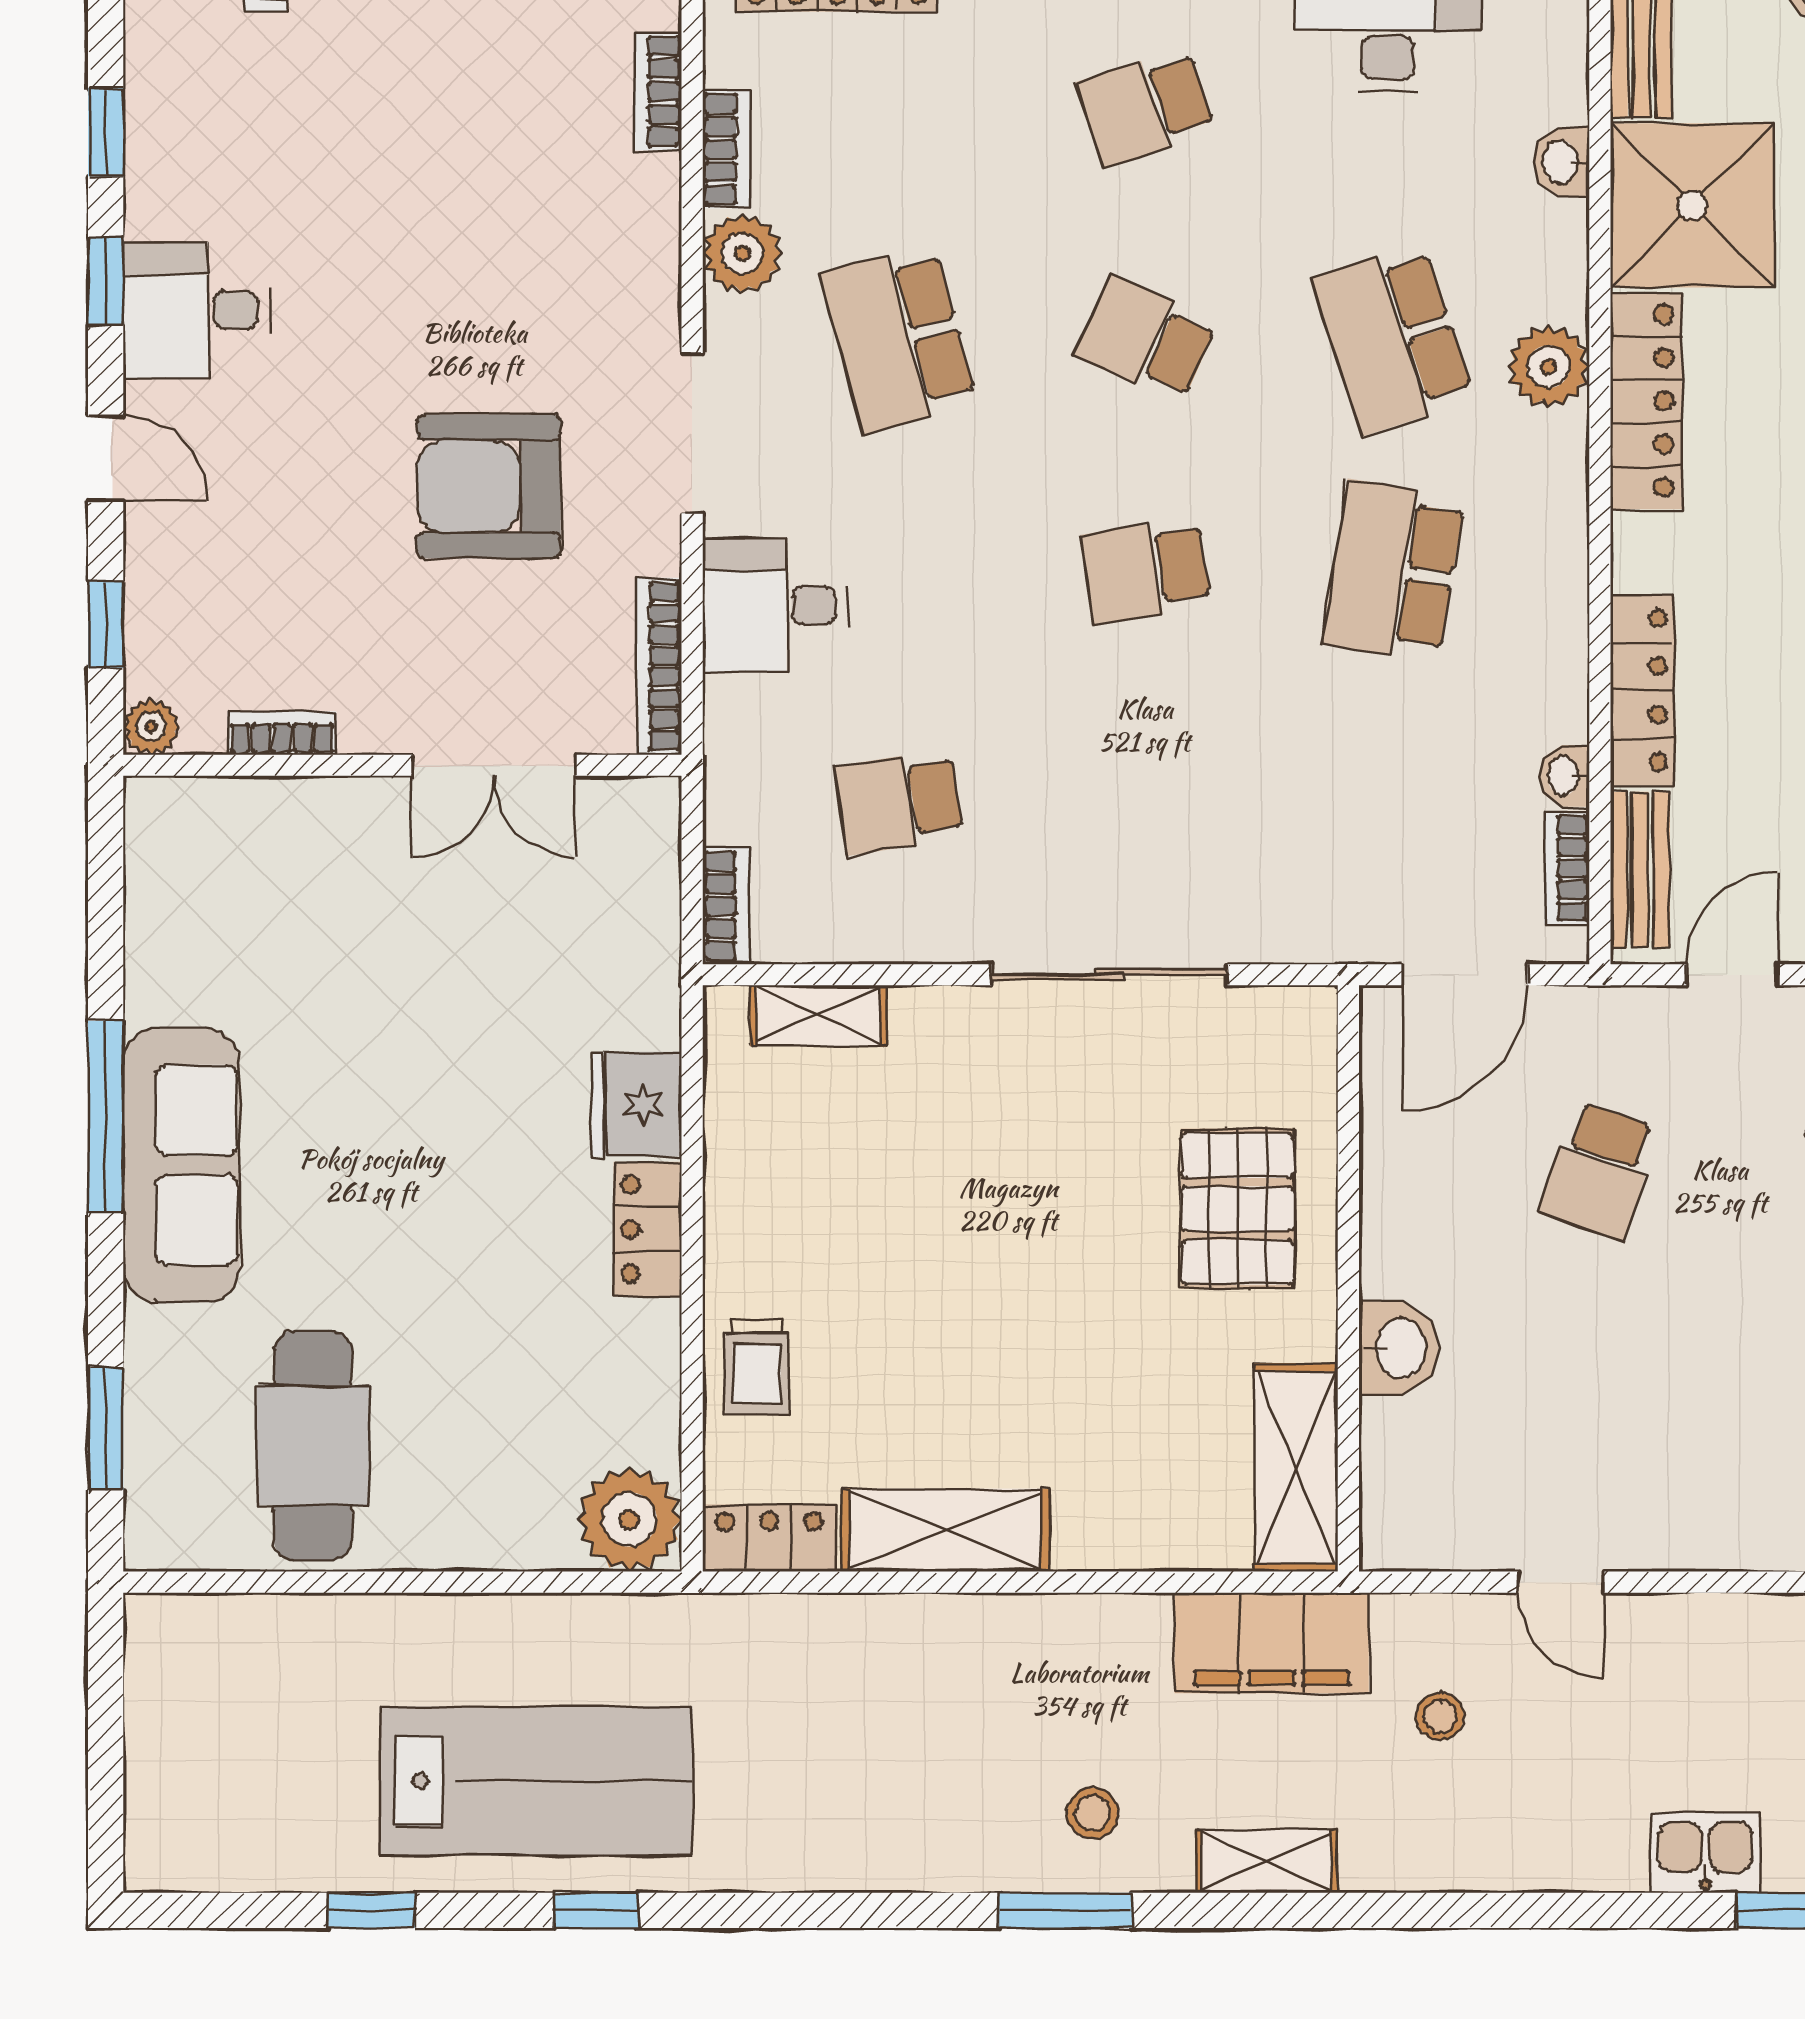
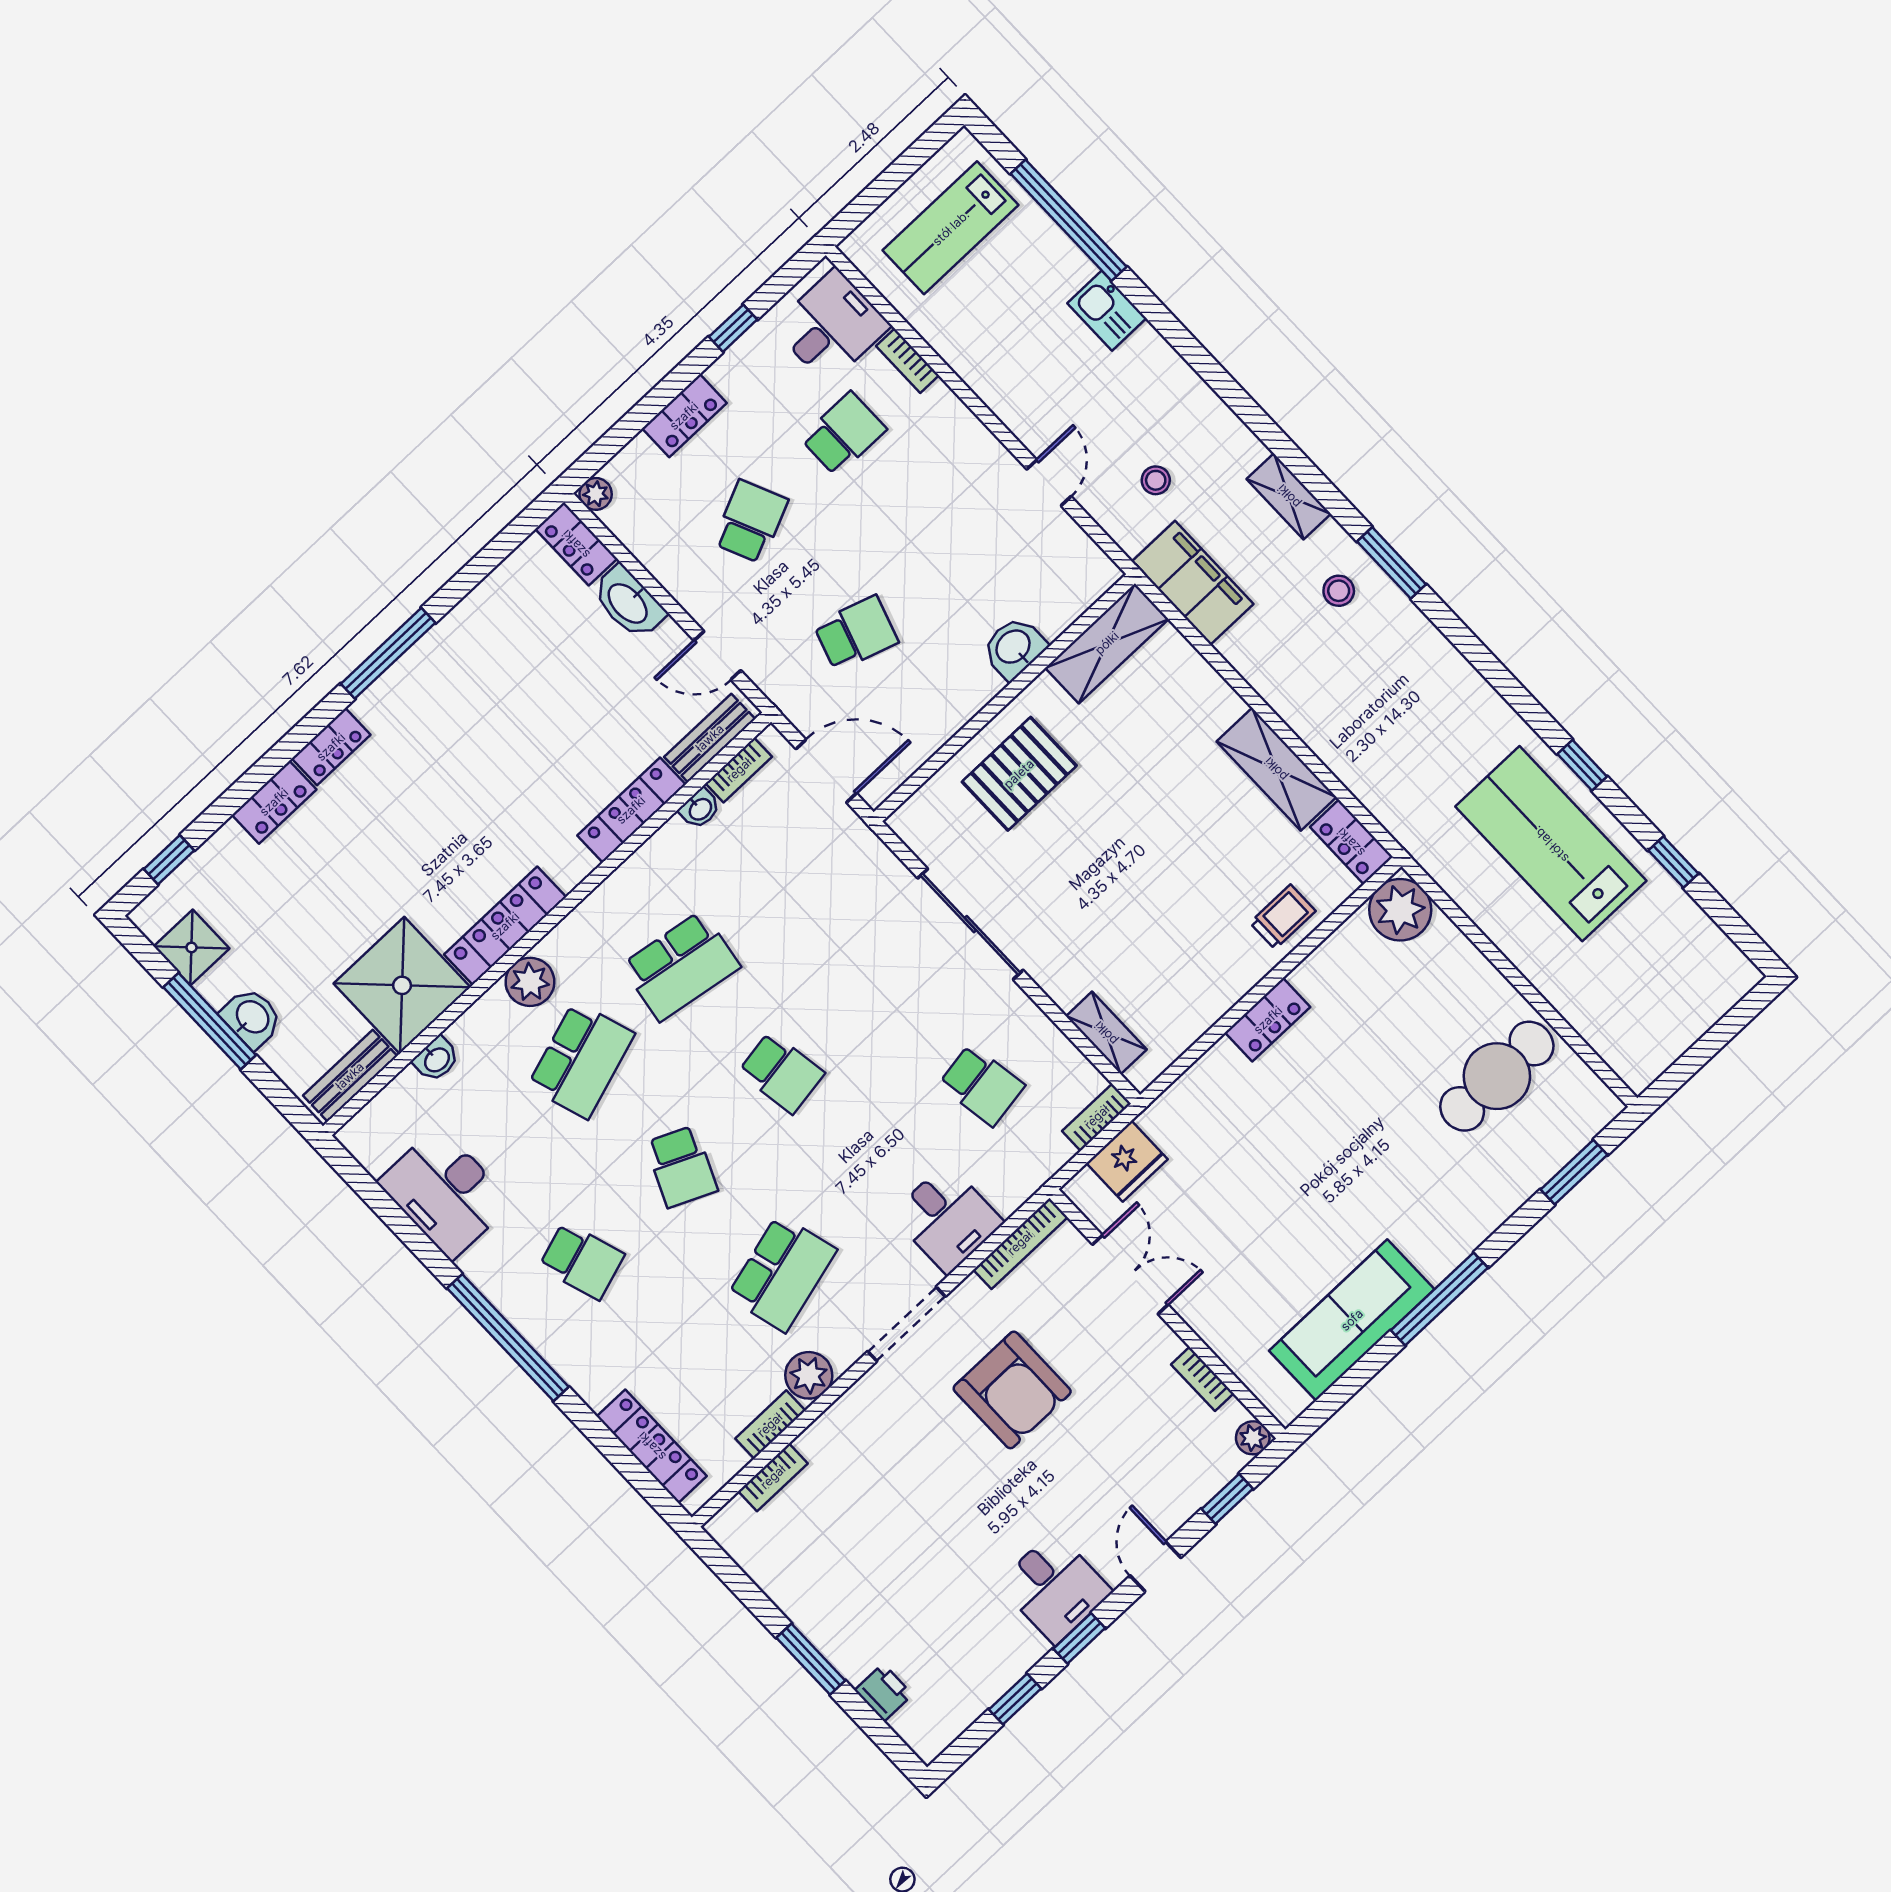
fridge: (637, 1104) -> (1127, 1161), moved
sofa: (181, 1165) -> (1352, 1320), moved

